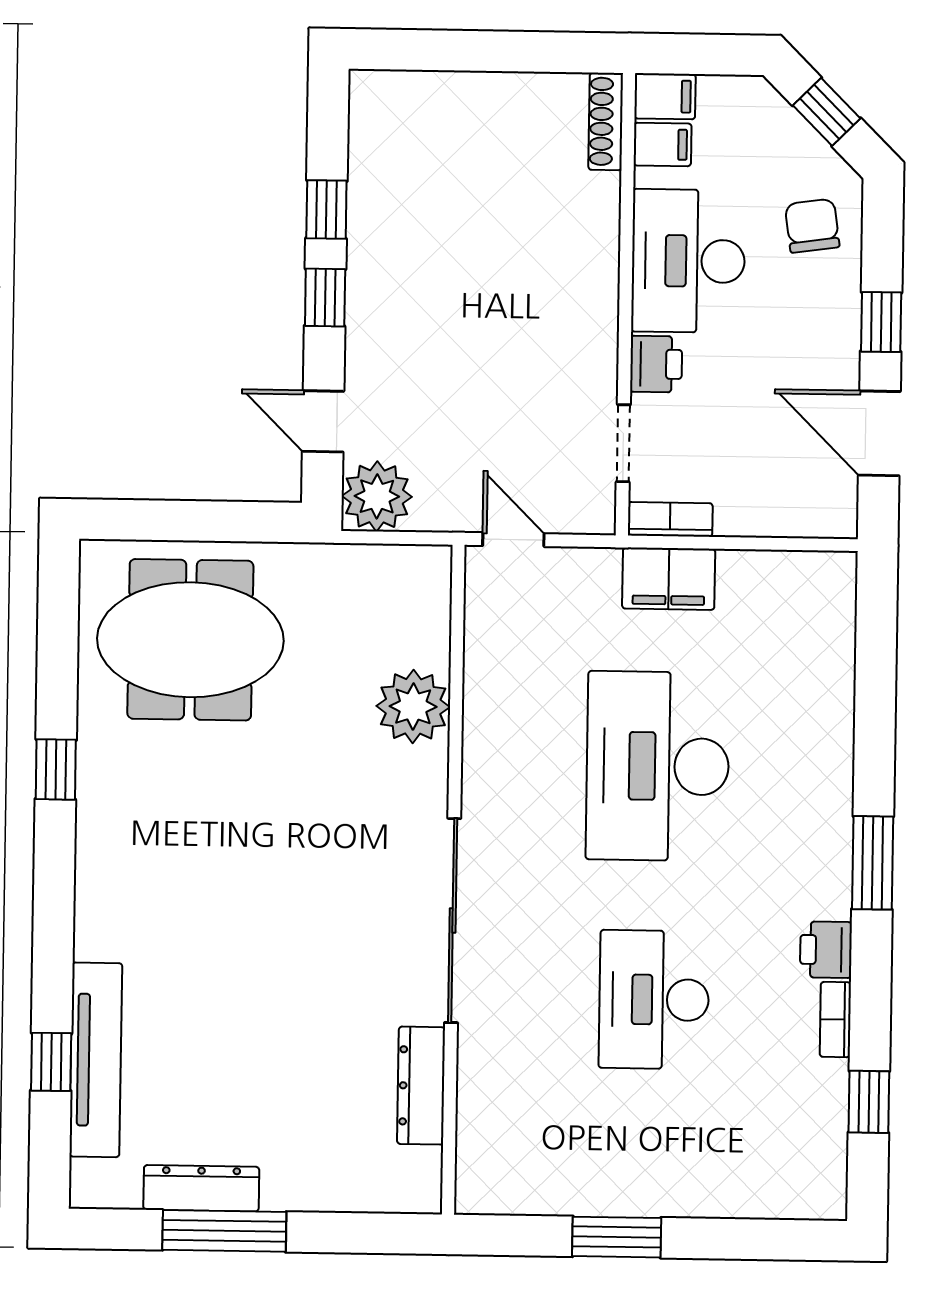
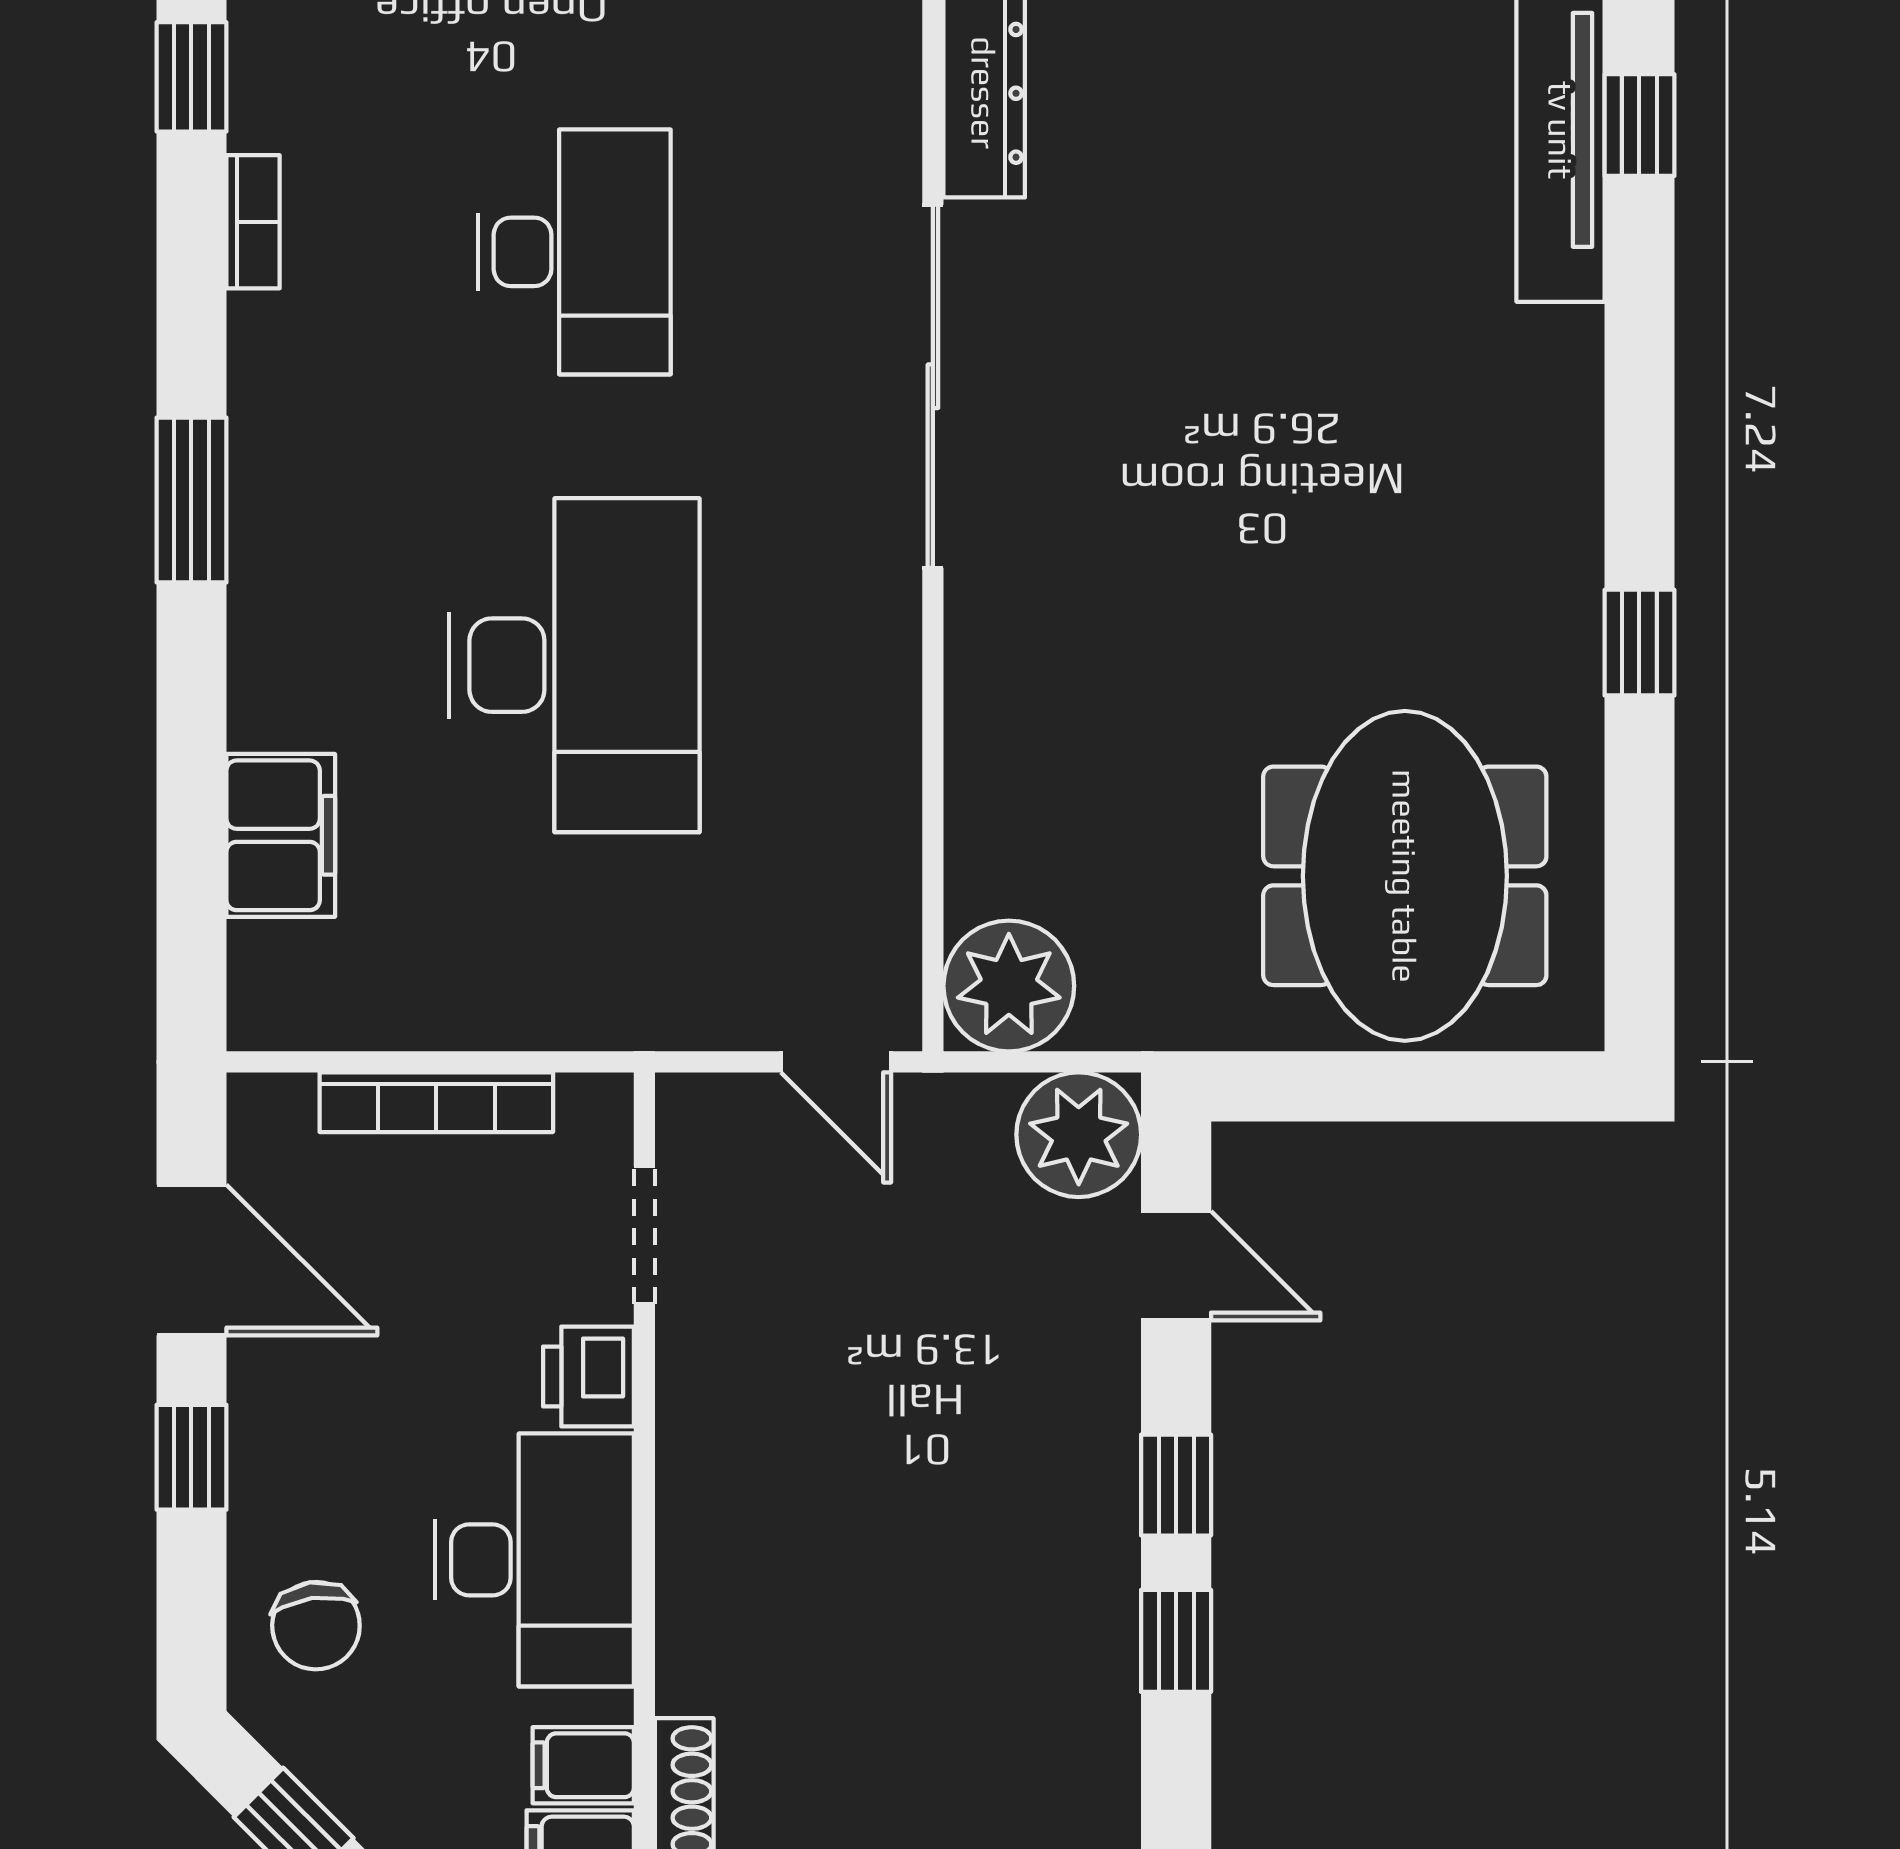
bookcase: (670, 519) -> (436, 1102), moved, width x1.56
filing cabinet: (669, 579) -> (281, 835), moved, turned 90
meeting table: (190, 640) -> (1405, 876), turned 90
plant: (413, 706) -> (1009, 986), moved
printer: (826, 950) -> (272, 345), removed

